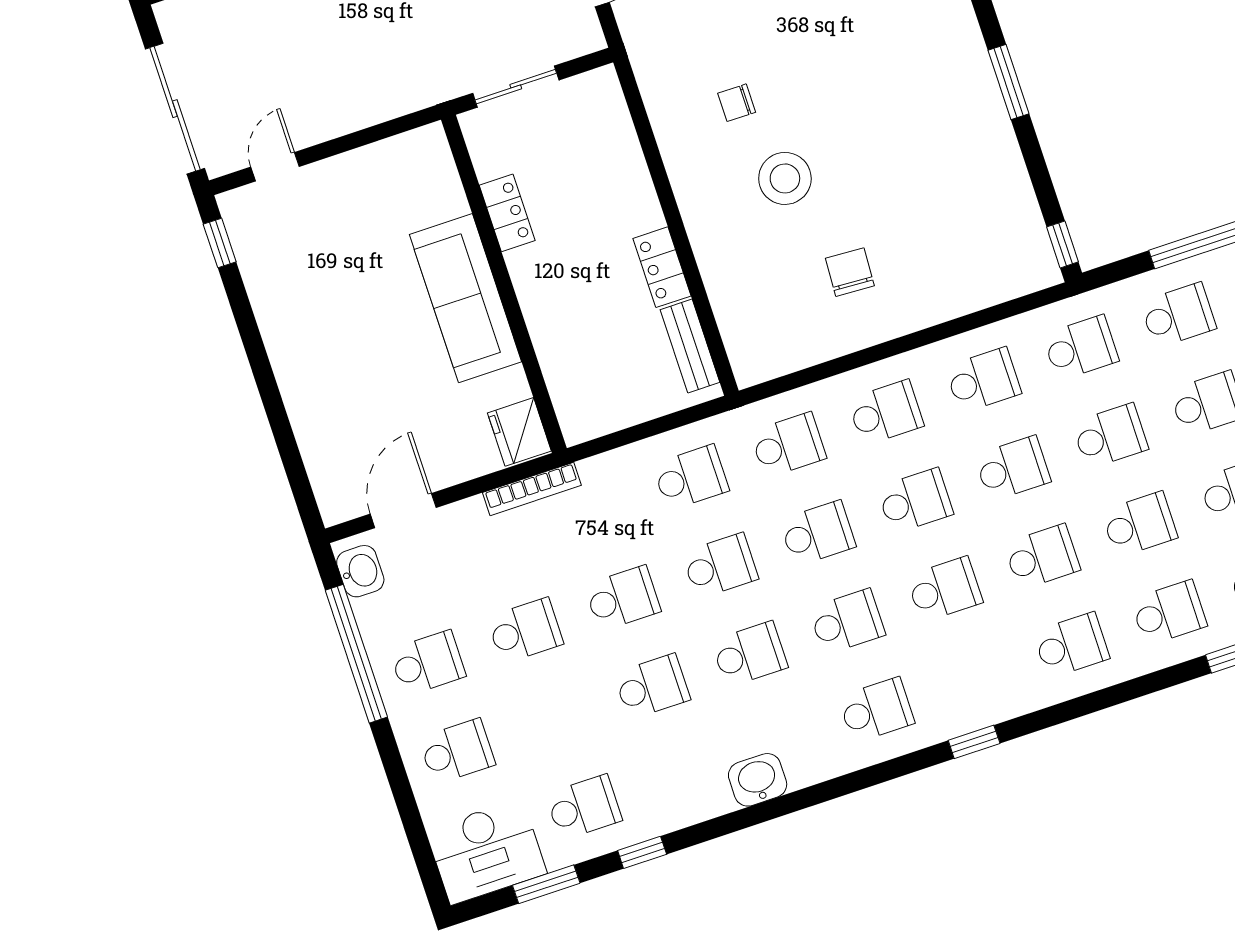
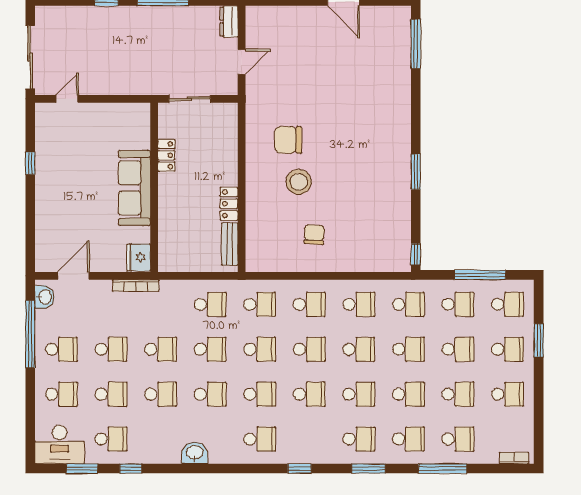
chair: (737, 103) -> (288, 140), width x1.87, depth x1.87
window: (220, 243) -> (30, 163), moved
window: (1110, 697) -> (369, 469), added
school desk: (554, 719) -> (111, 394), added

